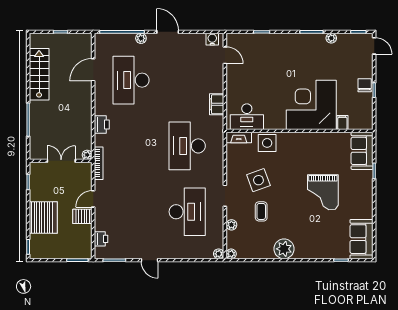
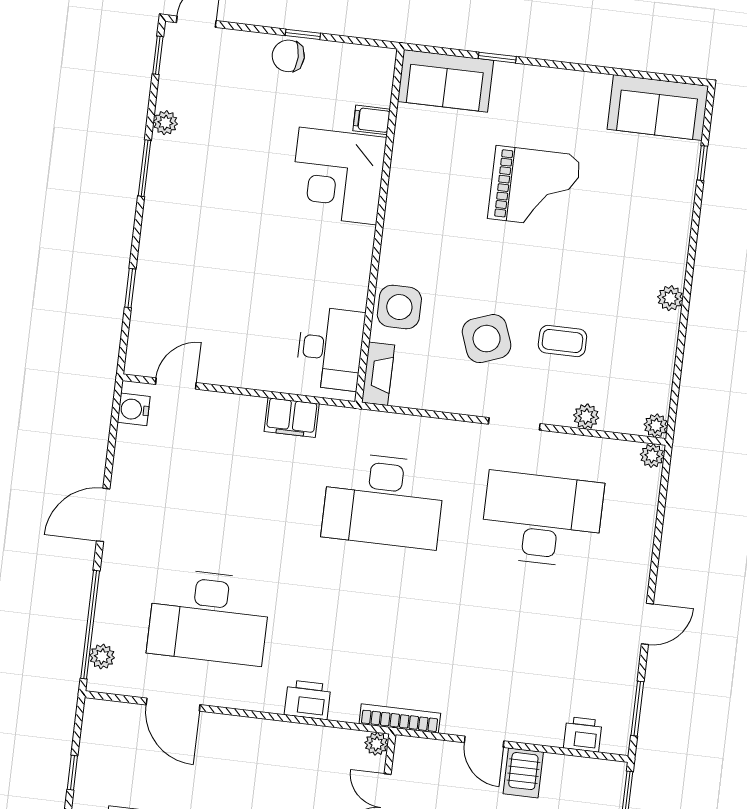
plant: (141, 38) -> (102, 656), moved
corner desk: (311, 105) -> (338, 176), width x0.74, depth x0.74
plant: (284, 249) -> (670, 298), width x0.53, depth x0.53

